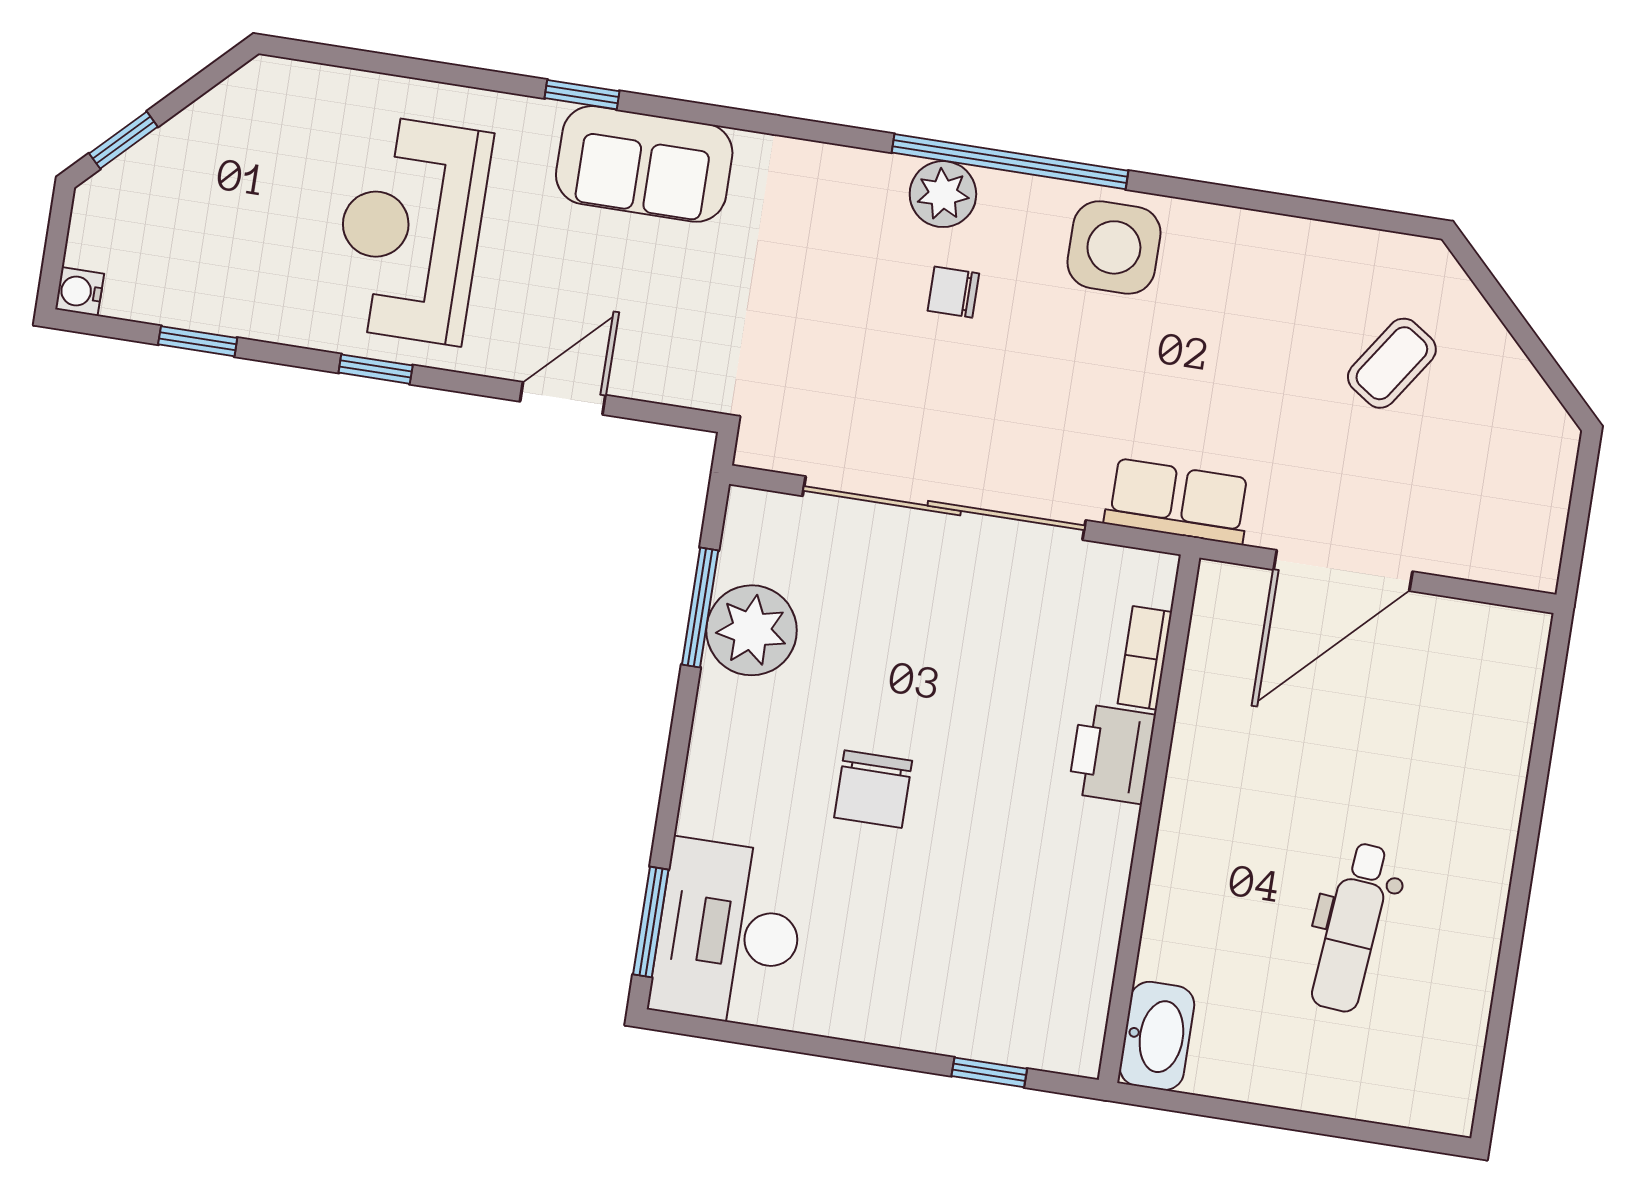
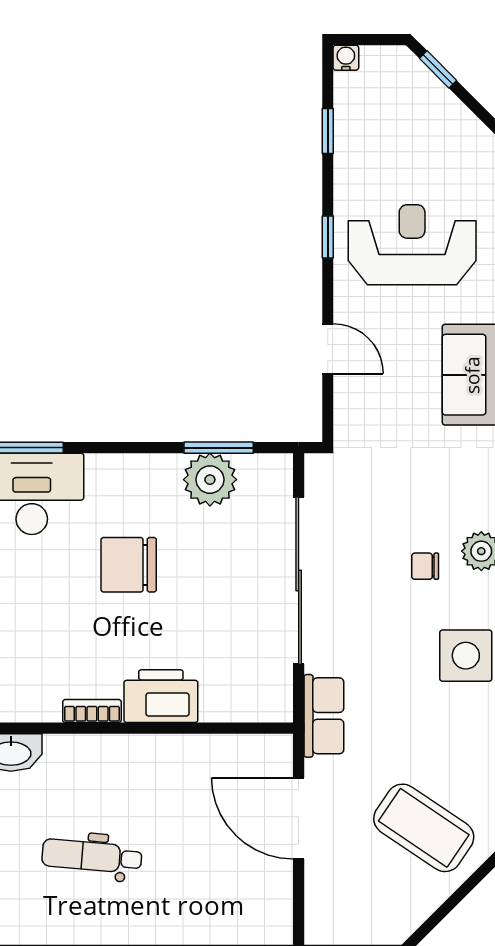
chair: (953, 292) -> (425, 566), turned -90
coffee table: (1392, 363) -> (424, 828), width x1.86, depth x1.72
bookcase: (1145, 658) -> (92, 711), moved
printer: (1112, 754) -> (161, 696), width x1.37, depth x1.19
chair: (873, 789) -> (129, 565), width x1.37, depth x1.37

